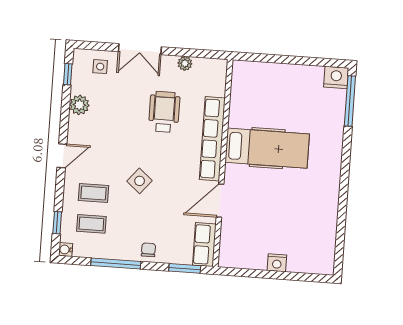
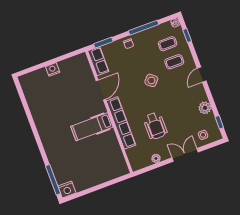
hospital bed: (267, 148) -> (92, 127), width x0.73, depth x0.78

